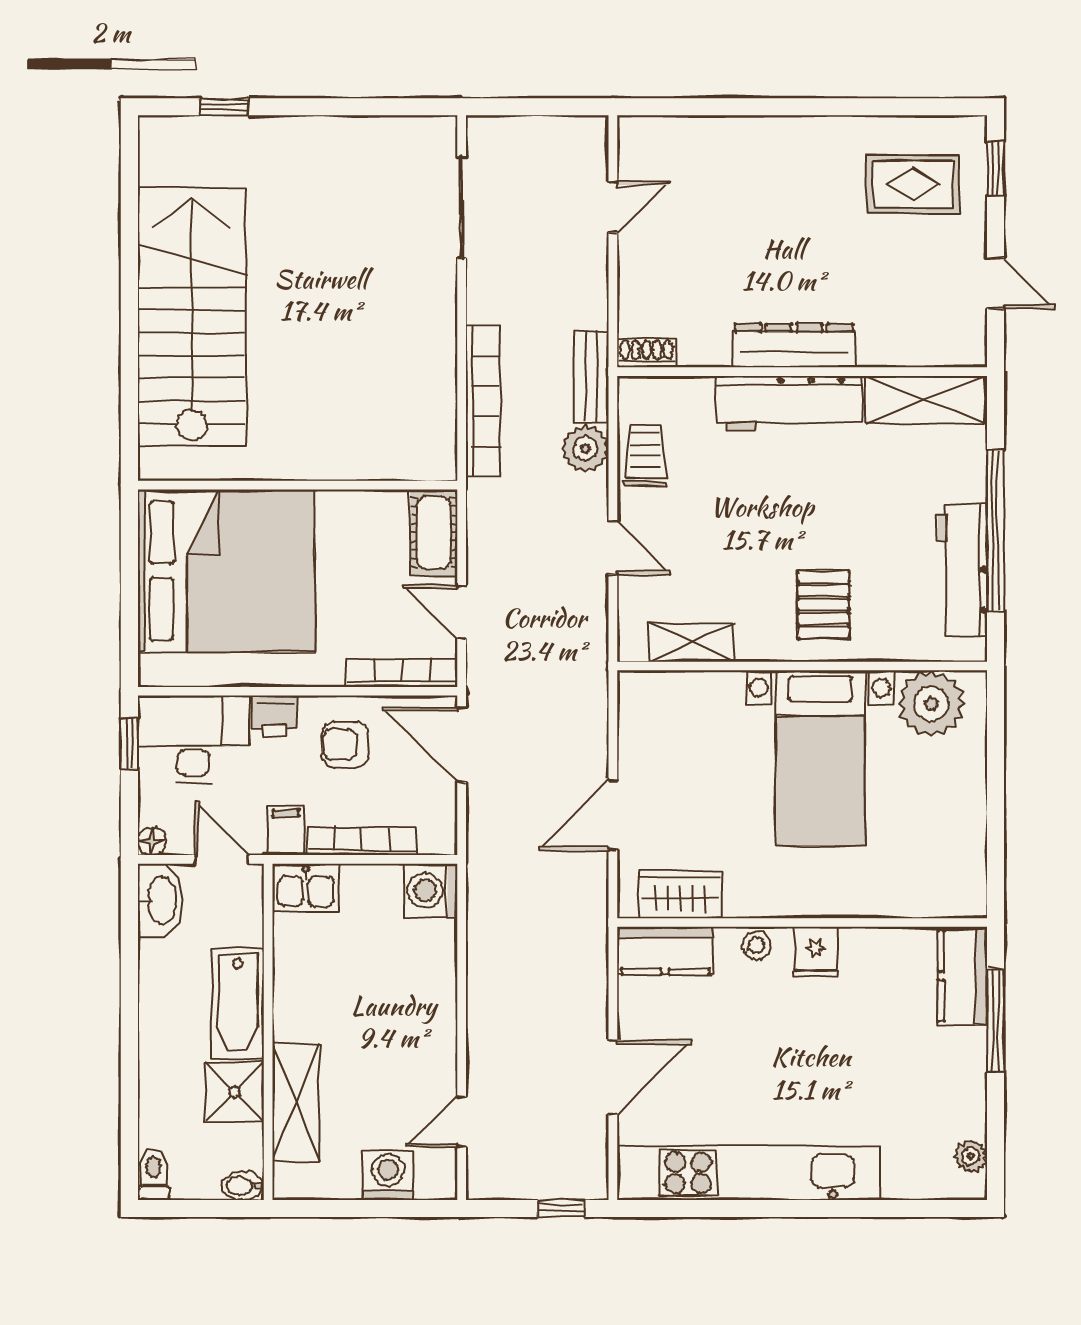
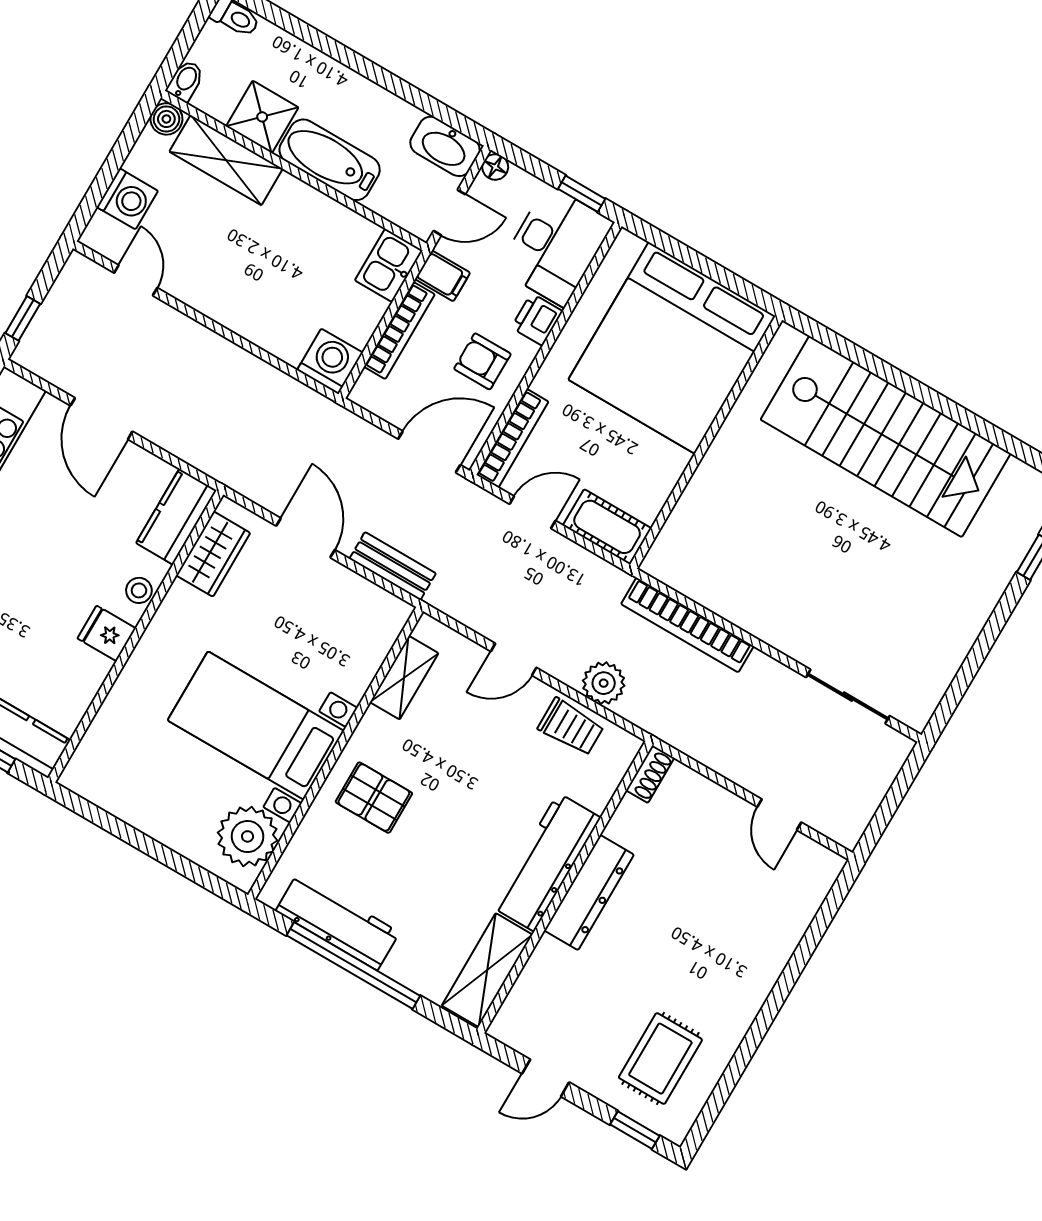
bench: (591, 376) -> (393, 566), moved
armchair: (345, 745) -> (482, 361), turned -90
boiler: (290, 1182) -> (166, 119), added

